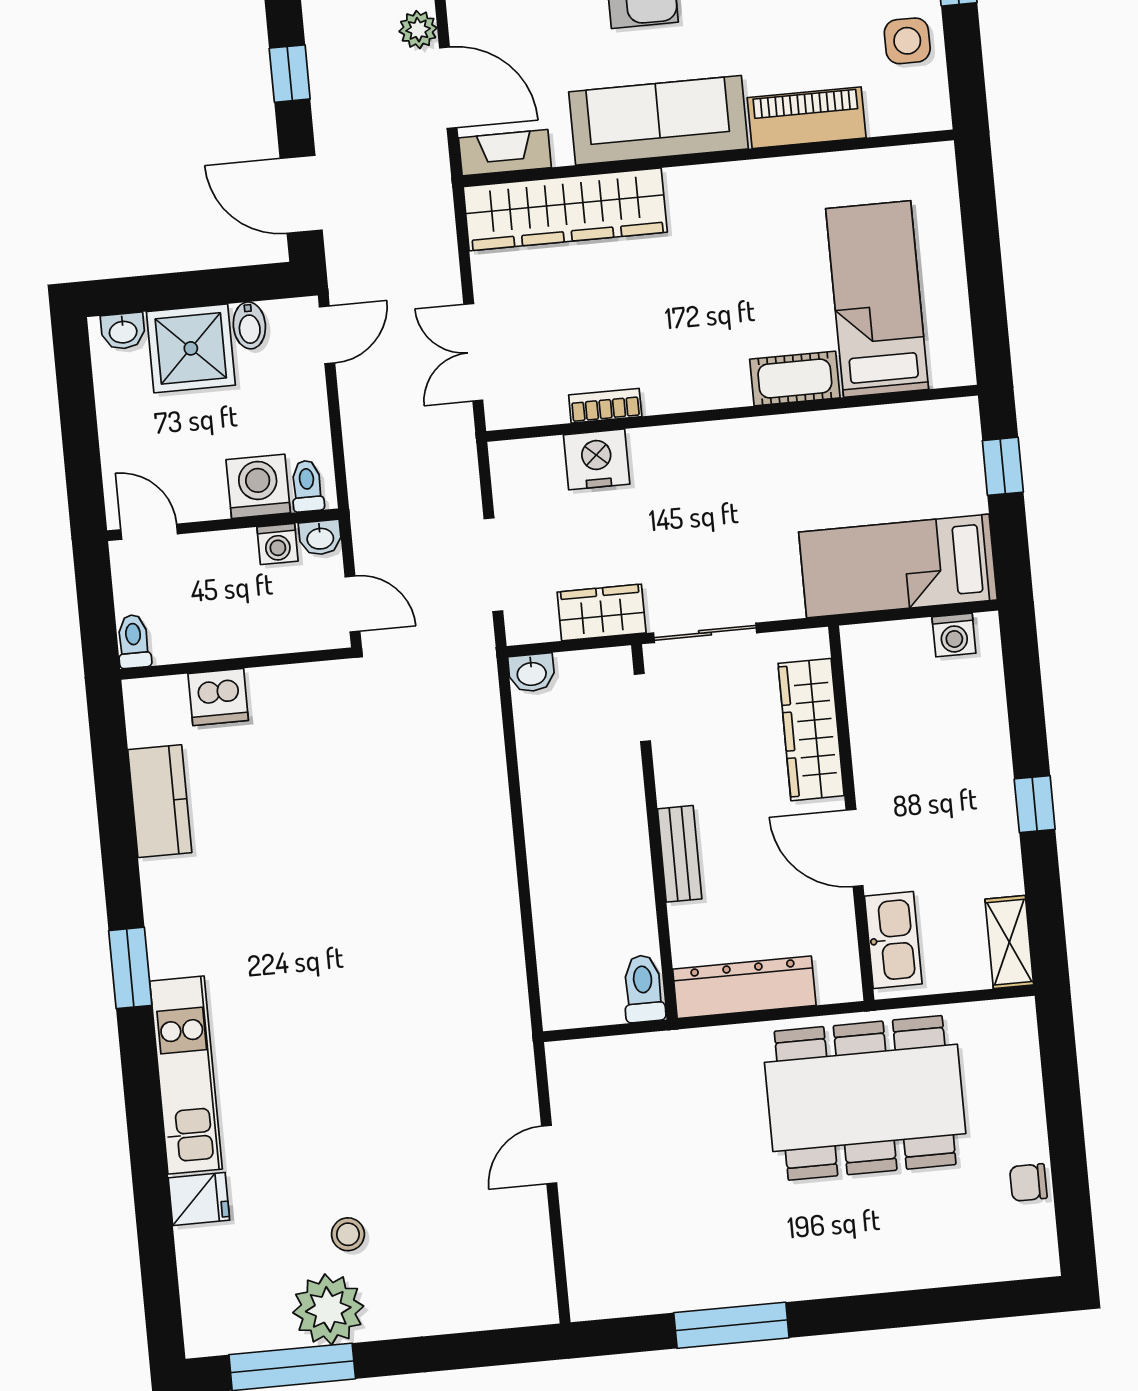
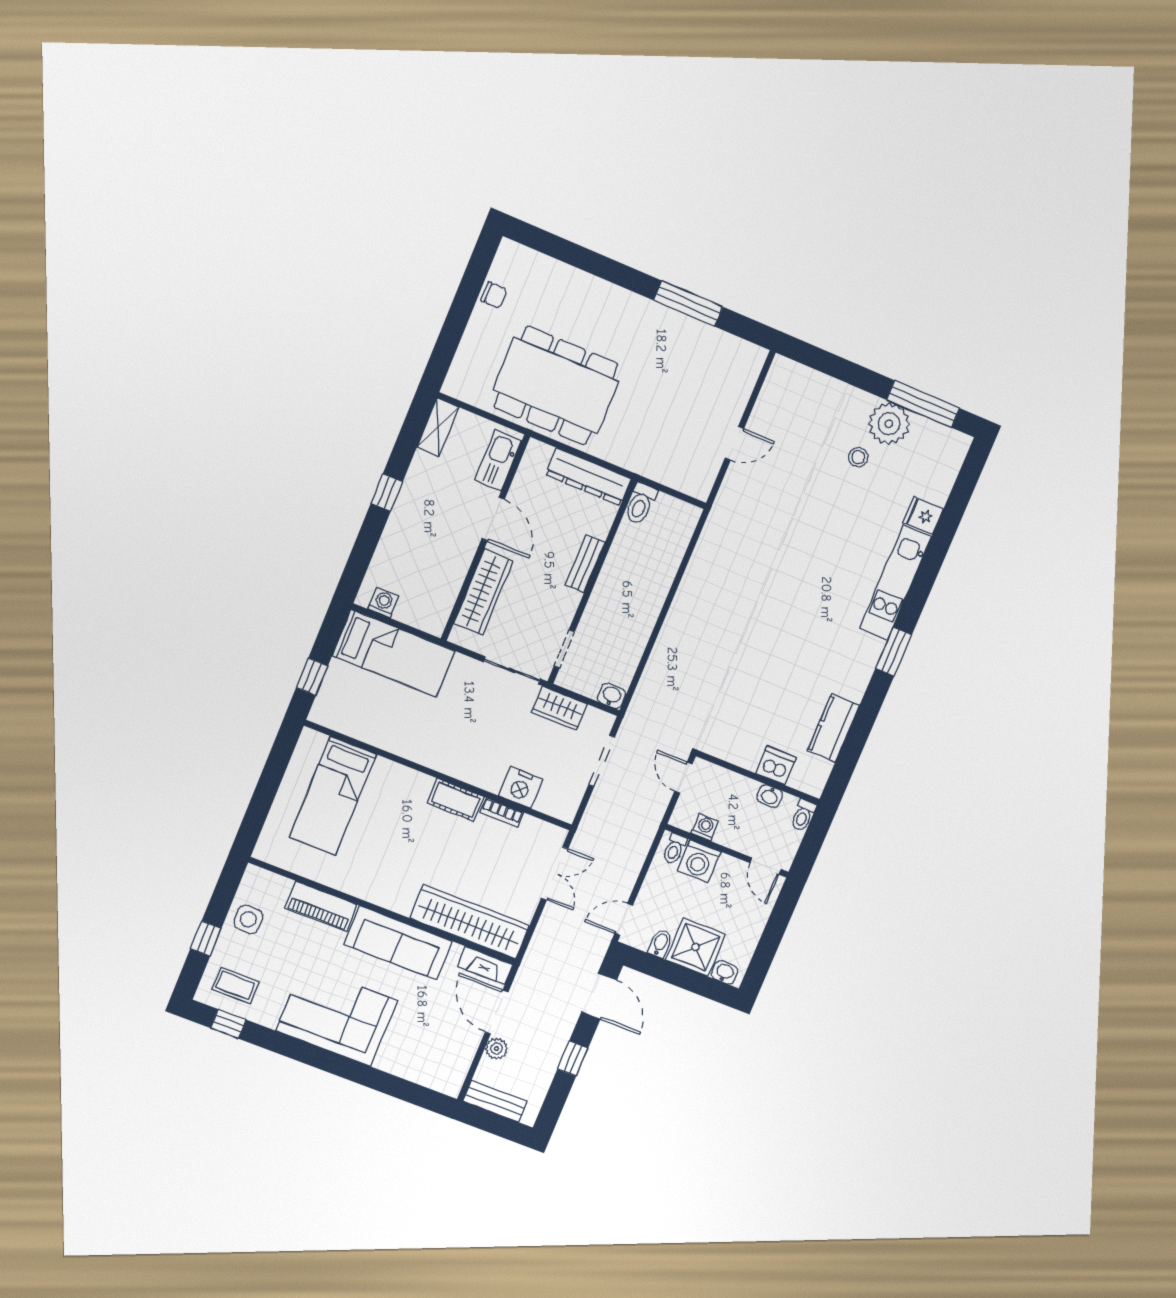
cot: (795, 378) -> (456, 800), moved
washbasin: (320, 538) -> (770, 796), moved, turned 180

